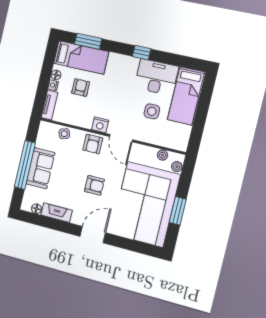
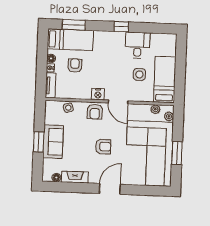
desk: (156, 77) -> (138, 45), width x0.73
bed: (186, 96) -> (165, 80), moved, turned 180
window: (25, 165) -> (39, 142), width x0.47

